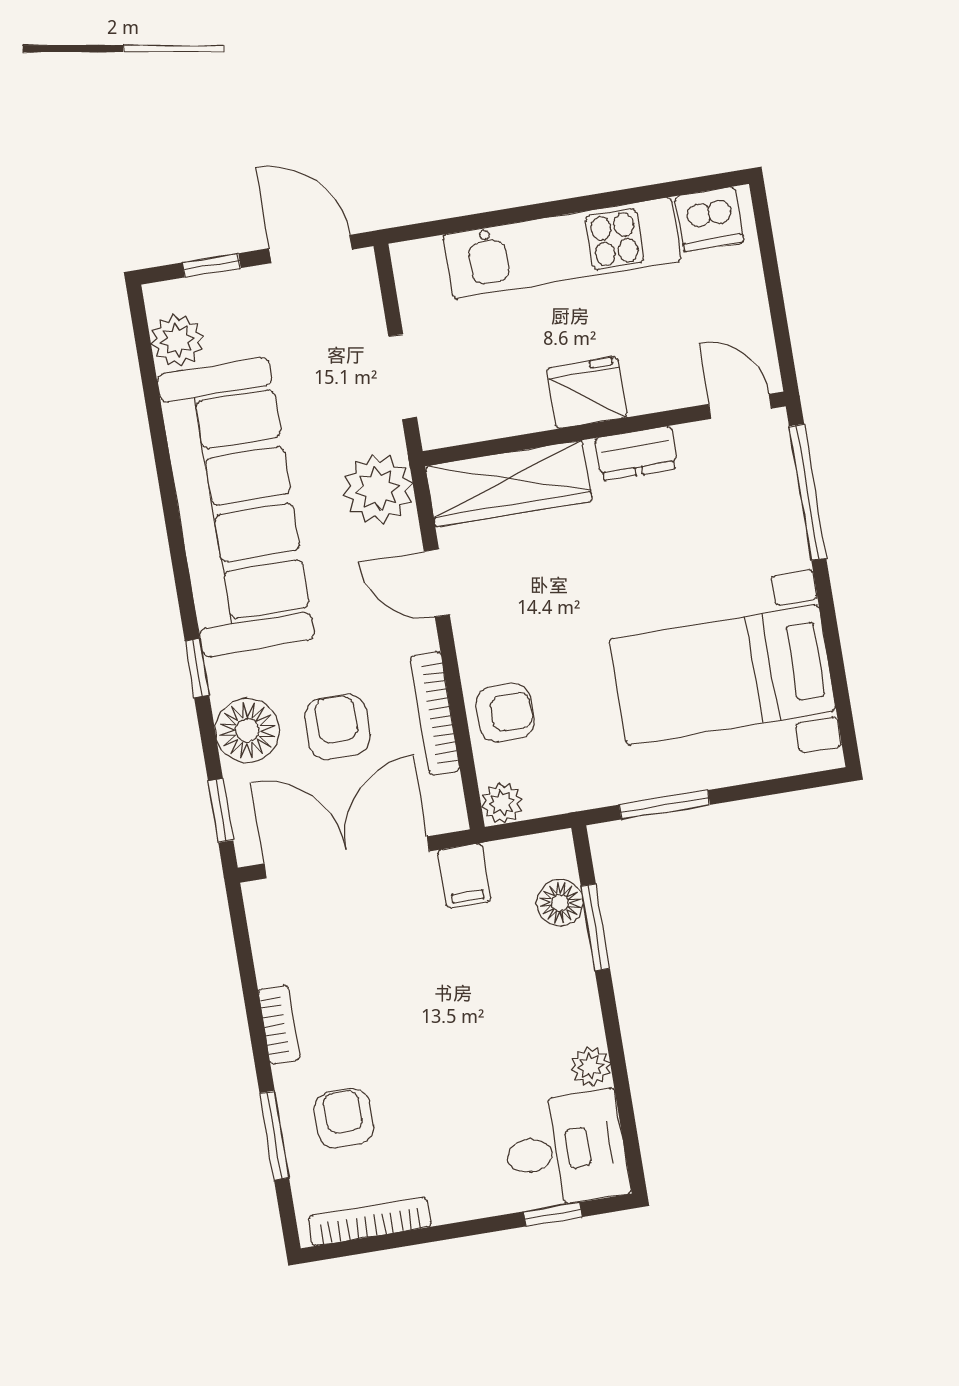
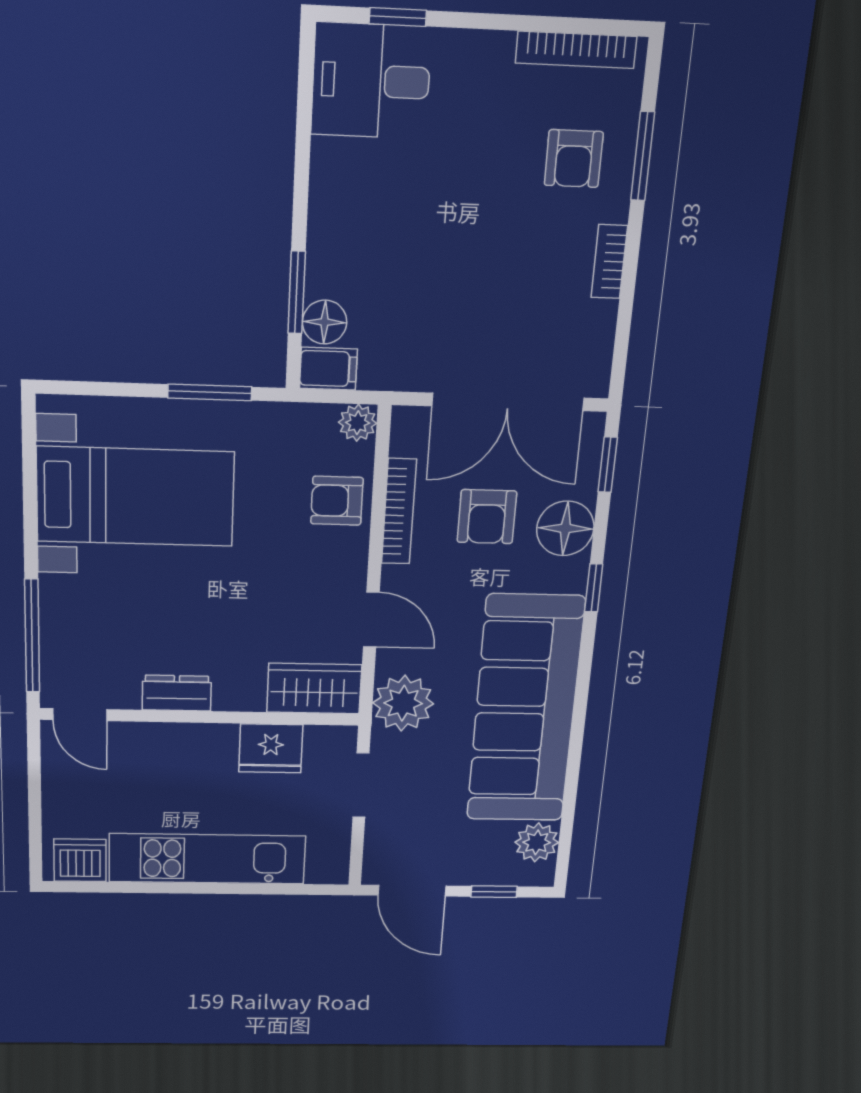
fridge: (587, 393) -> (271, 748), moved
wardrobe: (509, 483) -> (314, 689), width x0.67
filing cabinet: (464, 876) -> (328, 369), moved, turned 90
plant: (591, 1066) -> (329, 159), removed

